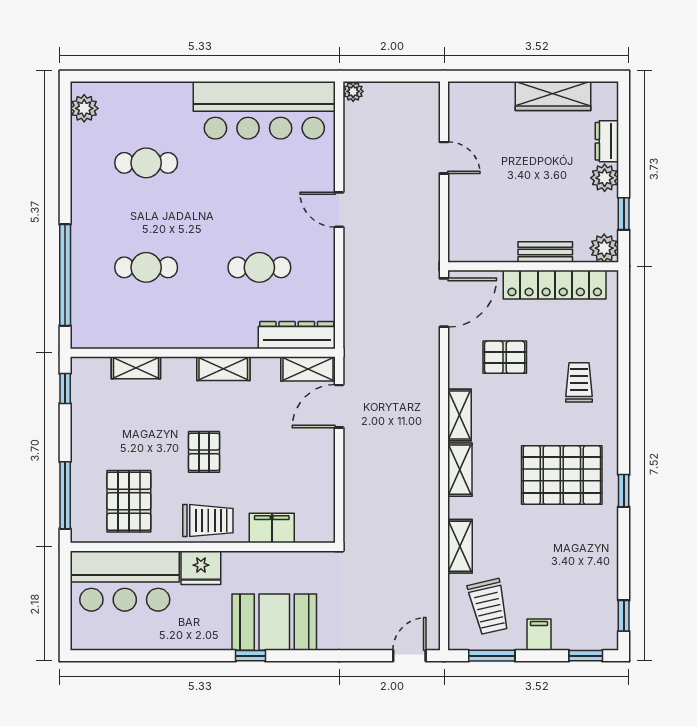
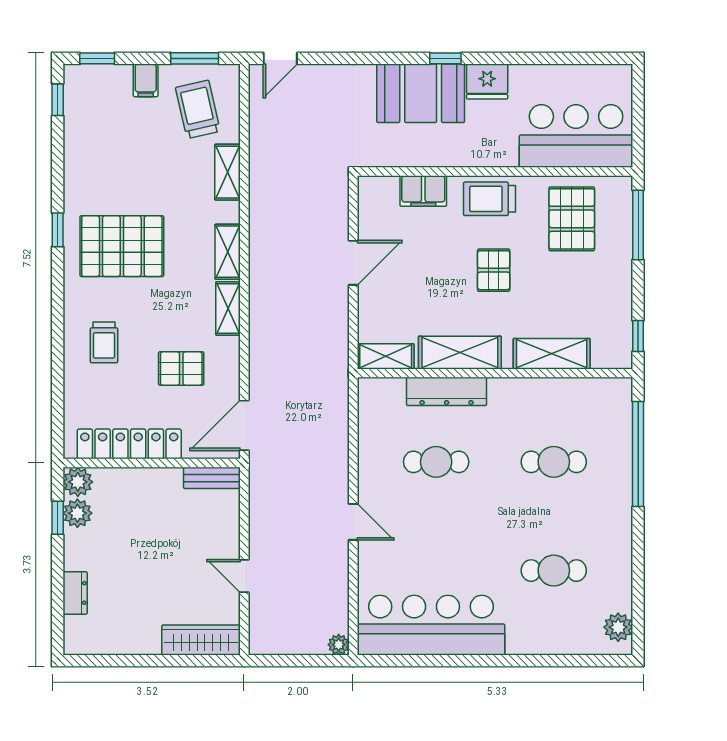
wardrobe: (553, 96) -> (201, 640), moved
plant: (605, 178) -> (77, 513), moved
bench: (545, 252) -> (212, 478), moved
dresser: (297, 335) -> (447, 391), moved
shelving: (136, 368) -> (552, 354), width x1.50, depth x1.33
shelving: (223, 369) -> (460, 353), width x1.50, depth x1.33
door: (339, 406) -> (353, 263), moved
fridge: (201, 568) -> (487, 82), moved, turned 180

